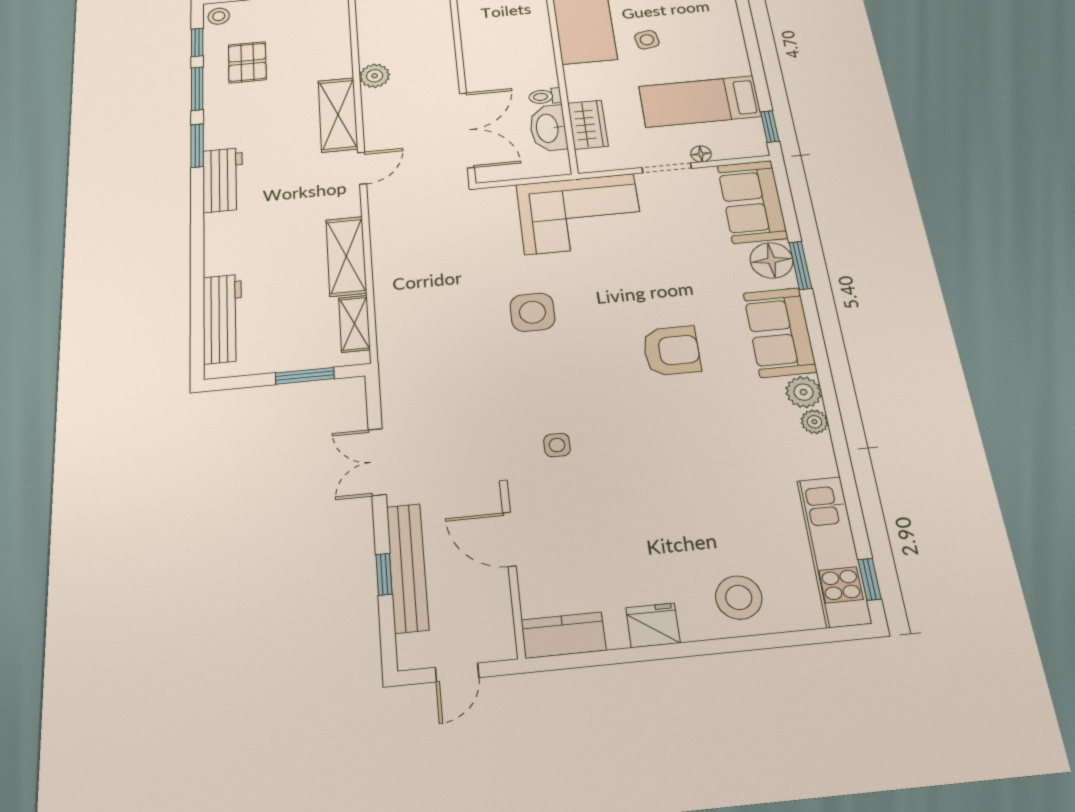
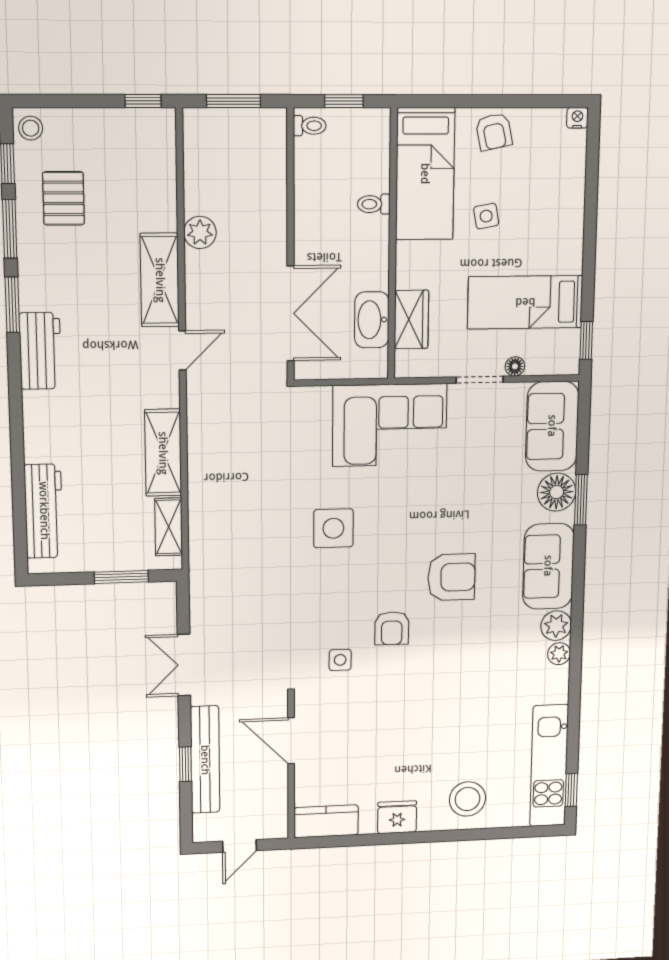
toilet: (545, 96) -> (374, 204), moved
armchair: (612, 408) -> (392, 628), added

